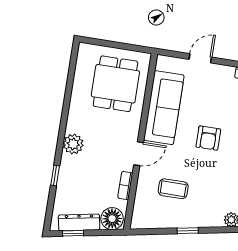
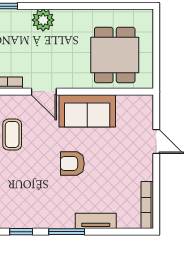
dining table: (115, 84) -> (115, 55), turned 90
sofa: (164, 108) -> (87, 111), width x0.73

